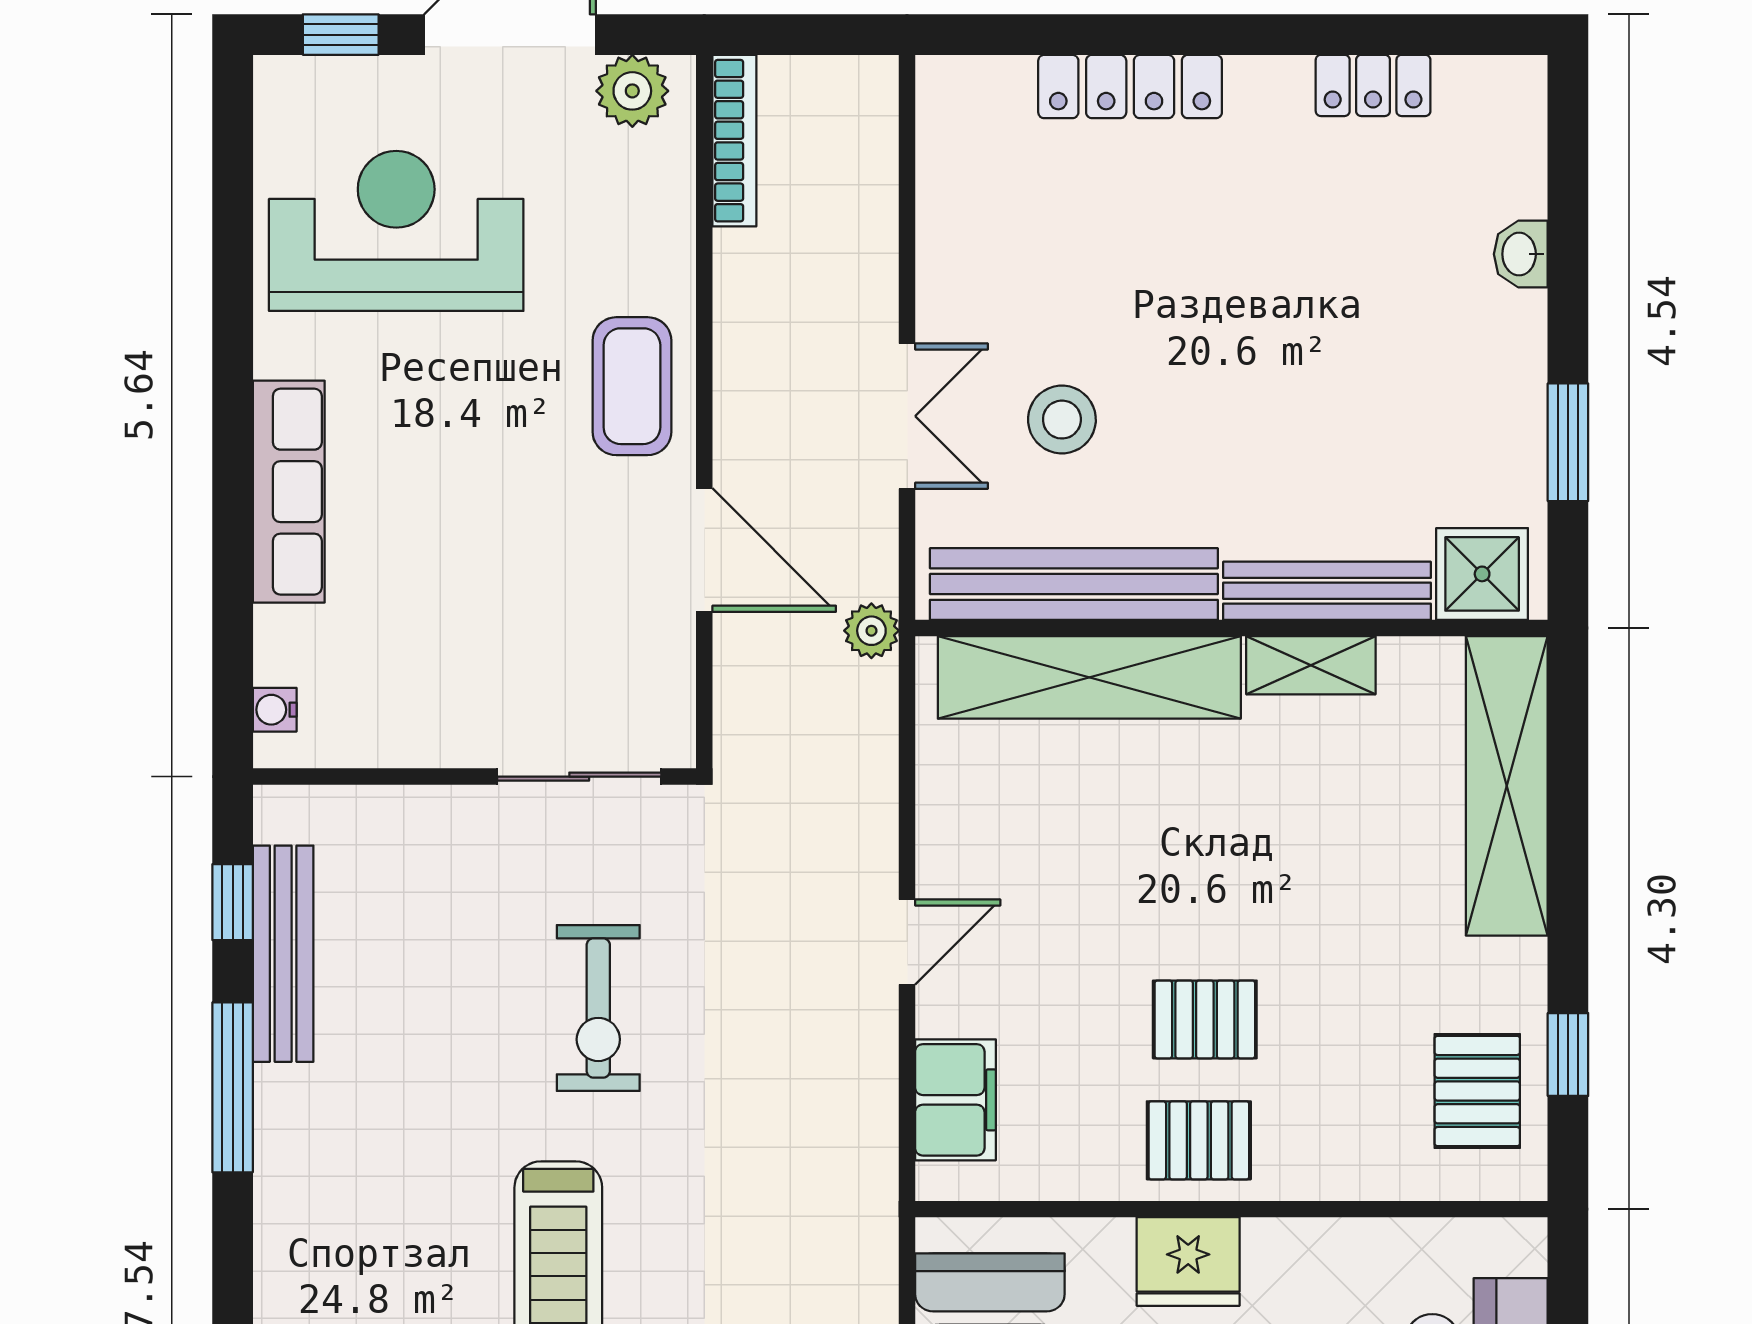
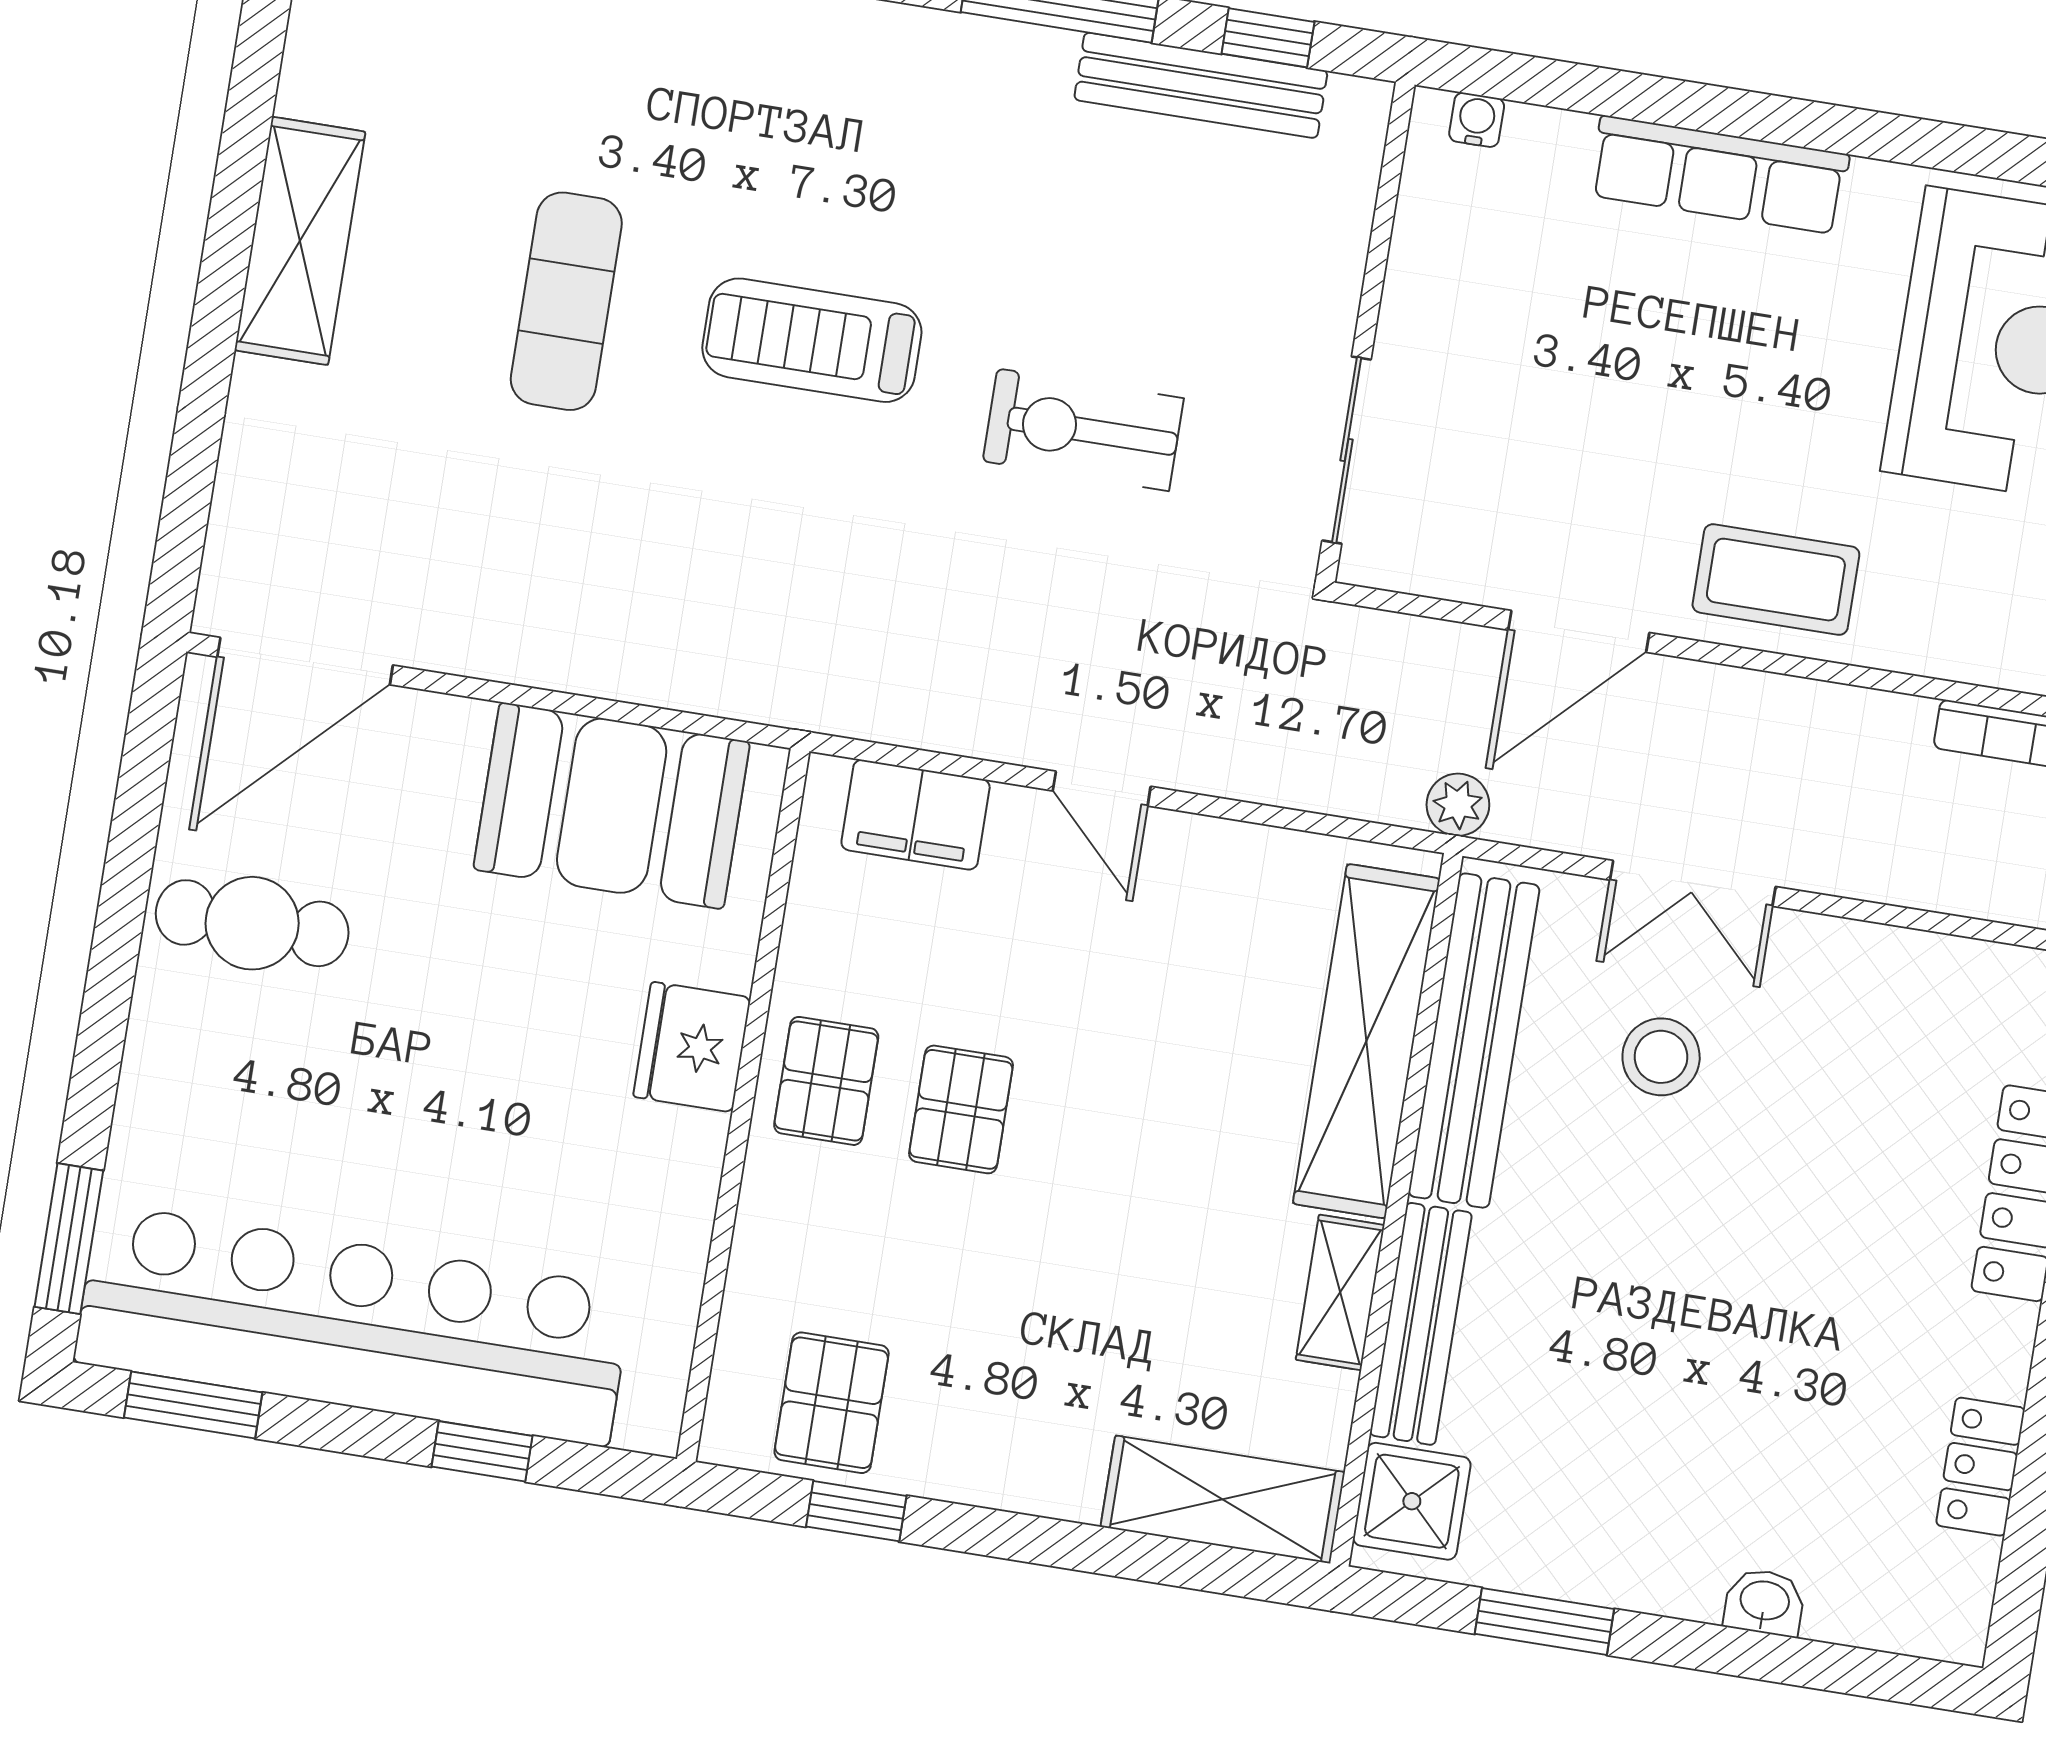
shelving: (1507, 786) -> (1223, 1499), width x0.68
pallet: (1477, 1091) -> (832, 1403), turned 90

